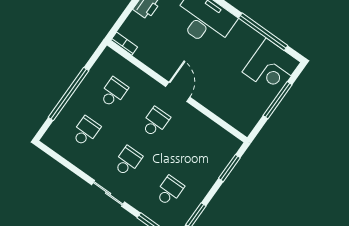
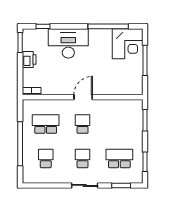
school desk: (113, 92) -> (46, 124), width x1.85
door: (178, 92) -> (83, 97), hinge flipped
school desk: (169, 191) -> (119, 158), width x1.85

